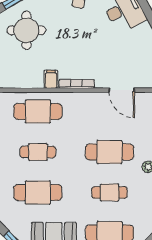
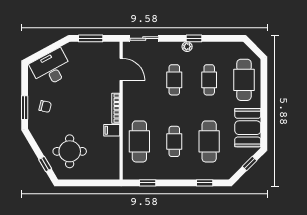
door: (122, 90) -> (121, 69), hinge flipped
cafe table: (109, 152) -> (174, 80), width x0.73, depth x0.74

